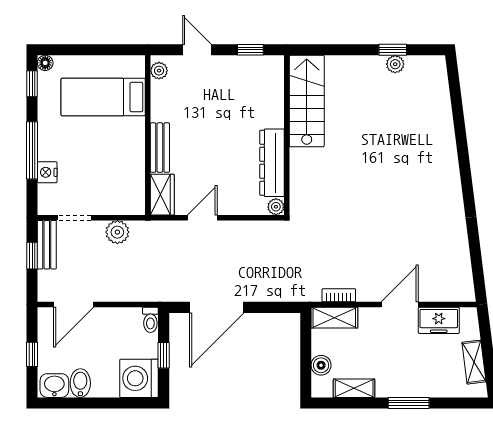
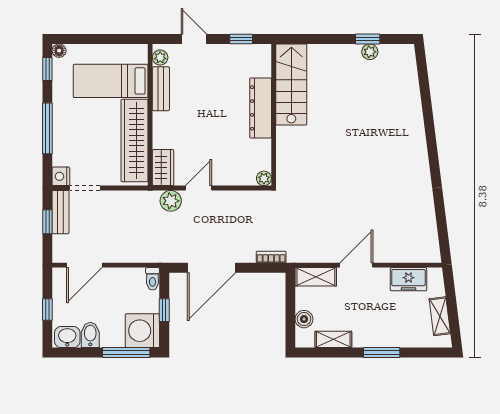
bench: (160, 148) -> (161, 89), moved
dresser: (272, 163) -> (261, 108), moved
wardrobe: (130, 164) -> (134, 141), added
nightstand: (47, 172) -> (61, 176), moved
plant: (117, 232) -> (171, 201), moved
bookcase: (339, 295) -> (271, 257), moved
door: (400, 305) -> (356, 265), moved
window: (121, 403) -> (126, 353), added

